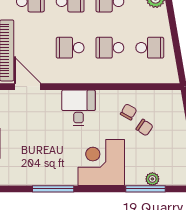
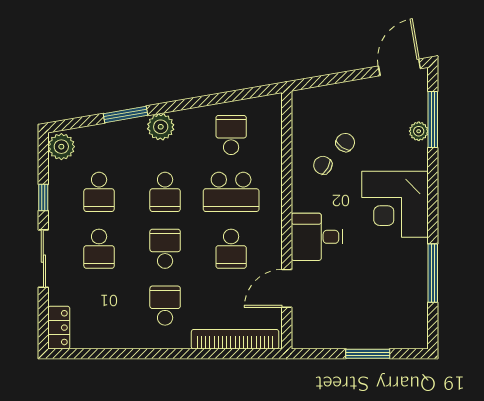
school desk: (110, 48) -> (231, 192), width x1.85
door: (28, 87) -> (287, 288), moved
window: (146, 189) -> (433, 120), moved

